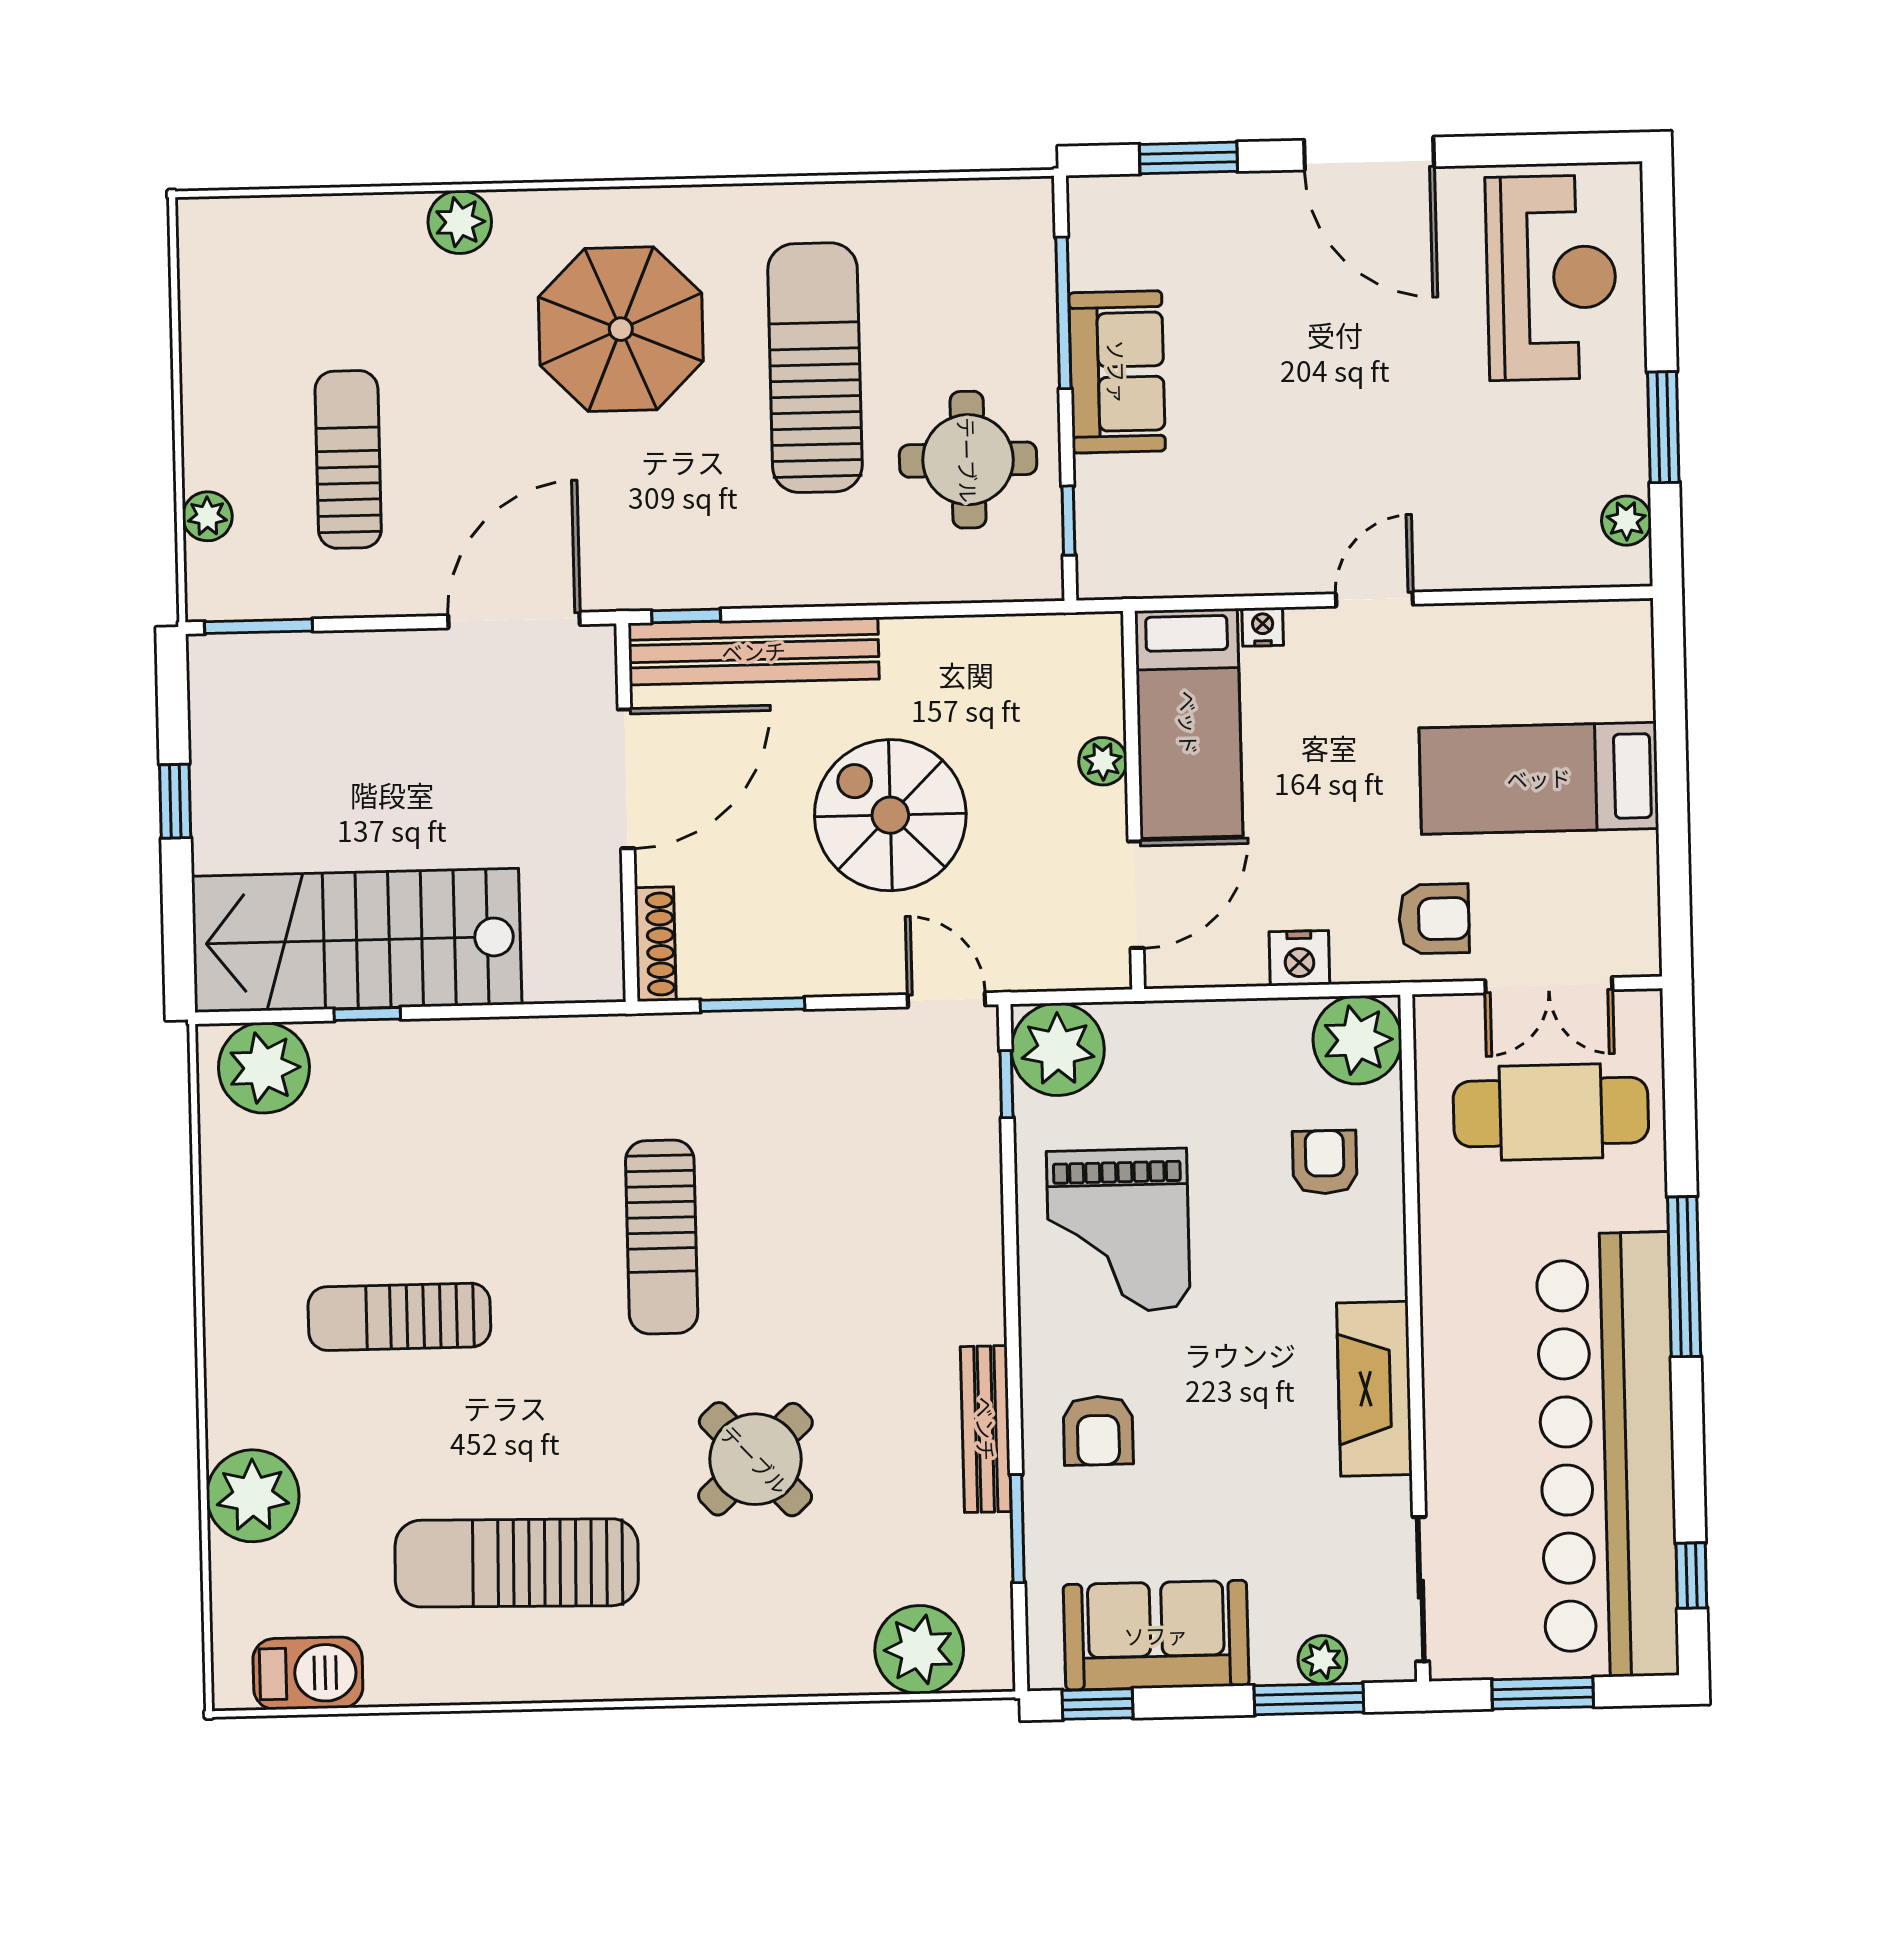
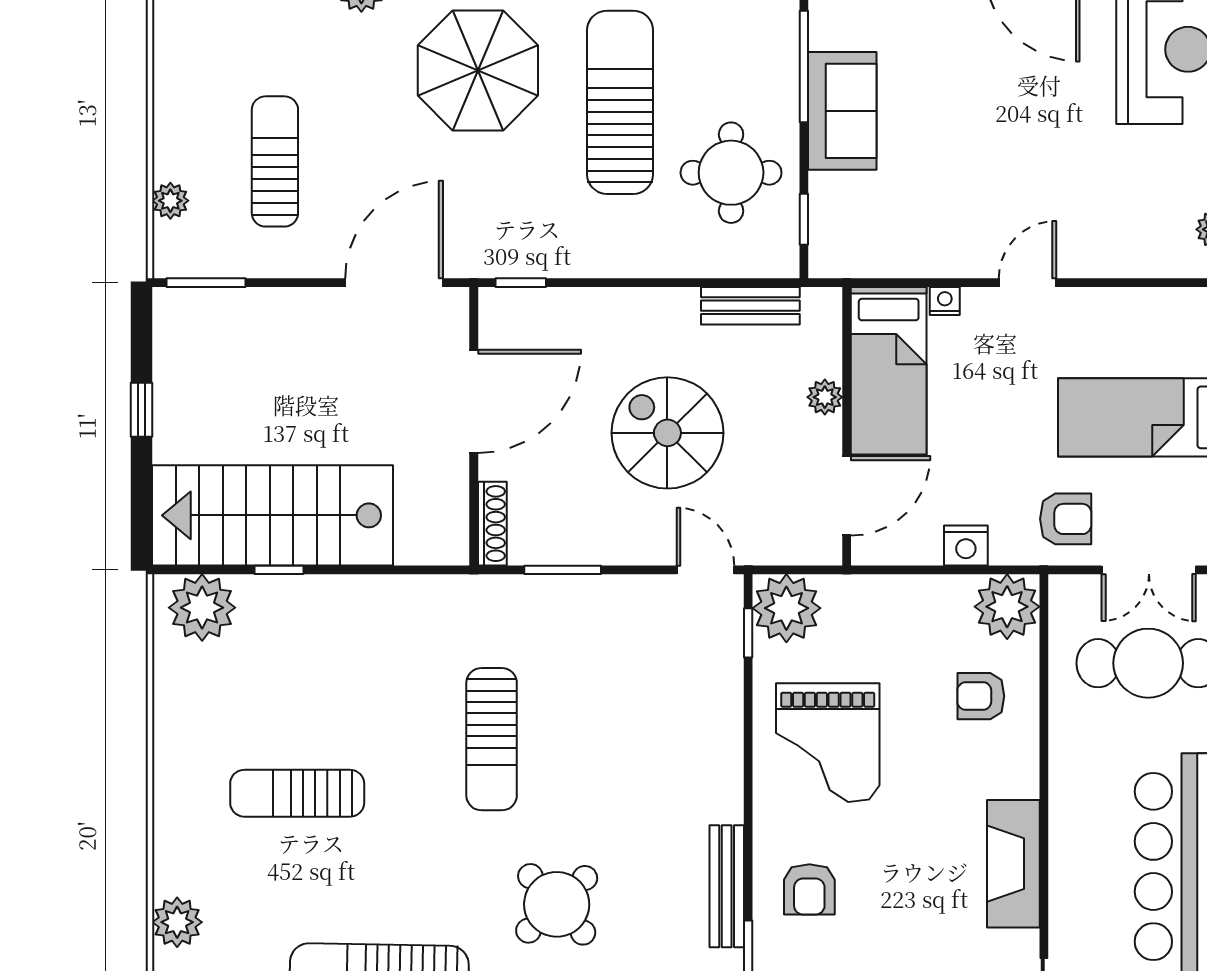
bench: (754, 651) -> (750, 306), moved, width x0.54, depth x0.82
armchair: (1325, 1162) -> (981, 696), turned -90
plant: (253, 1496) -> (177, 922), width x0.73, depth x0.73

